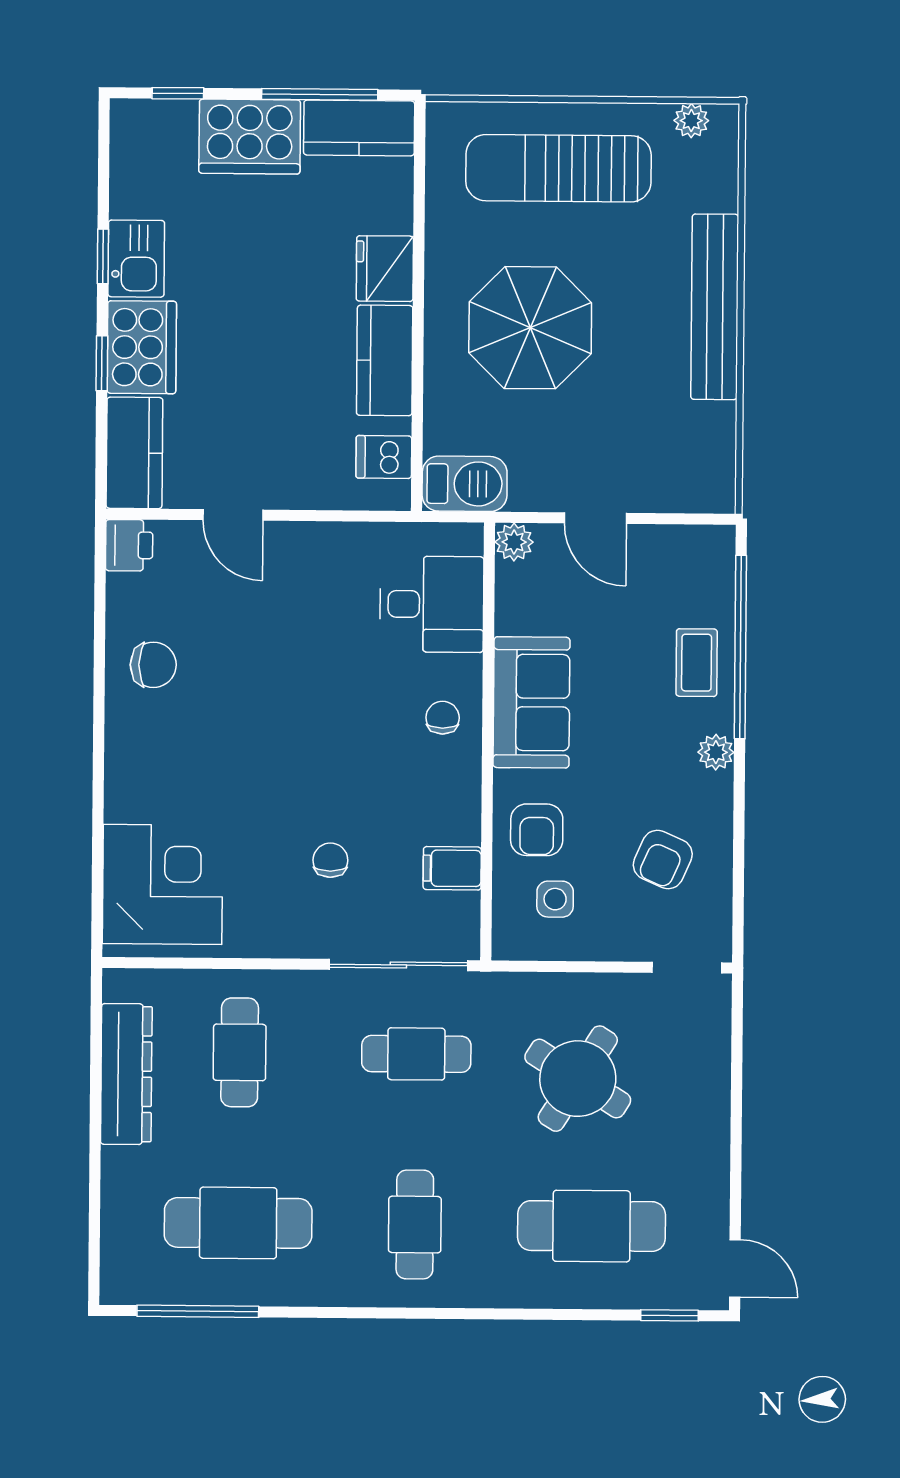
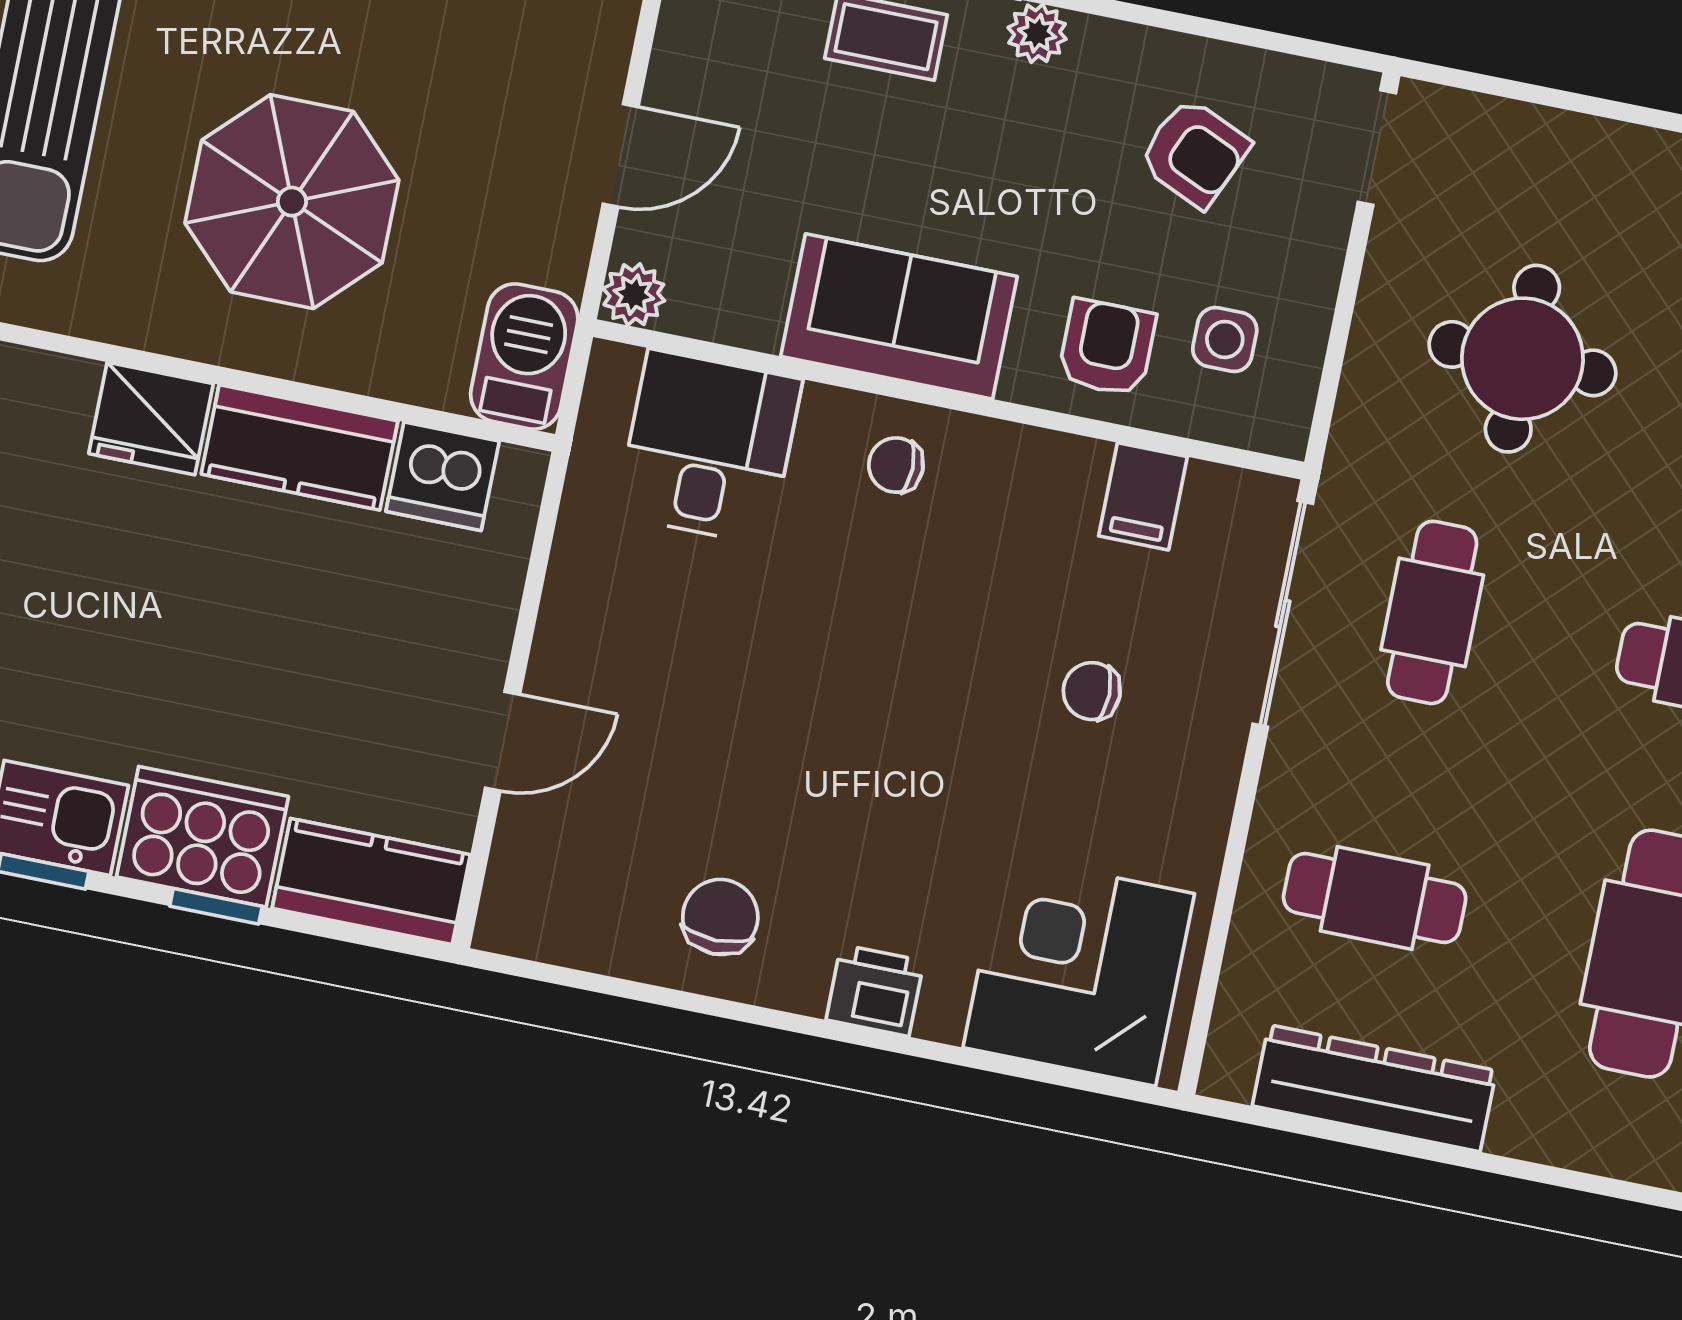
dishwasher: (384, 457) -> (443, 476), width x1.38
printer: (129, 545) -> (875, 990), moved
armchair: (537, 830) -> (1107, 348), turned -90
round table: (578, 1079) -> (1522, 359), turned -32

